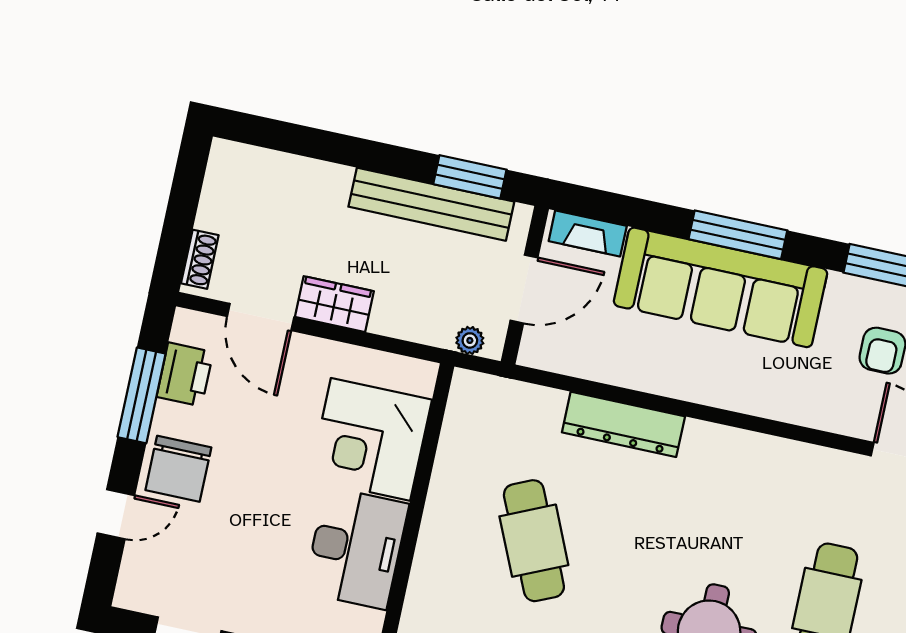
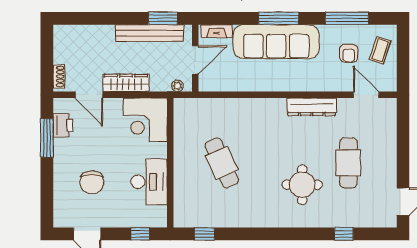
wardrobe: (334, 304) -> (126, 83), width x1.50
dresser: (623, 424) -> (312, 107), moved
corner desk: (371, 439) -> (145, 120), moved
chair: (178, 469) -> (92, 182), moved
door: (116, 514) -> (47, 189), removed

